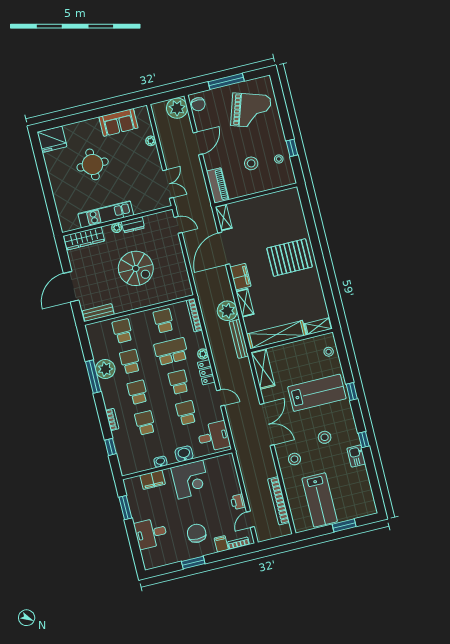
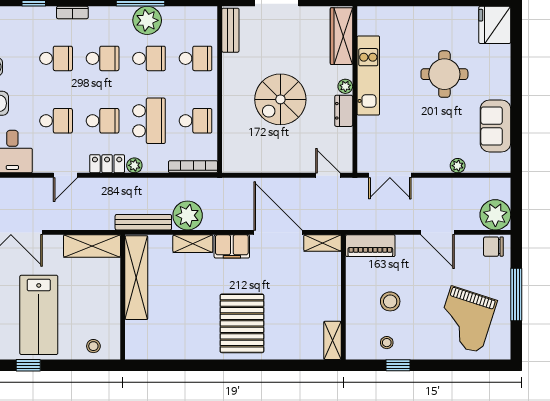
door: (178, 225) -> (328, 175), swing flipped
shelving: (318, 326) -> (332, 340), moved

